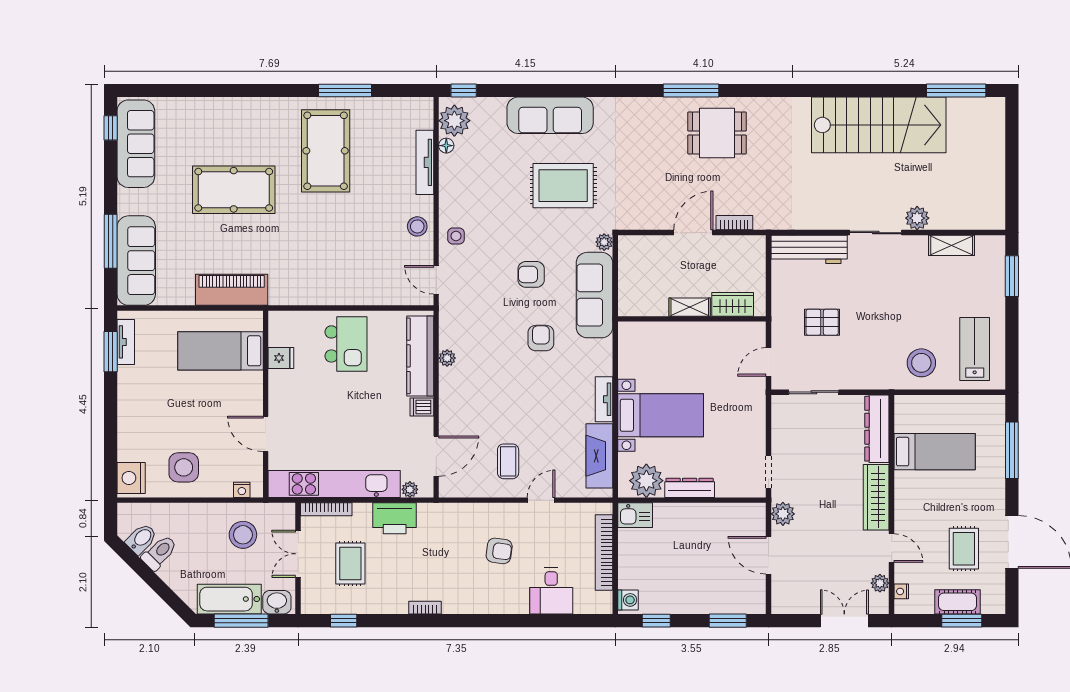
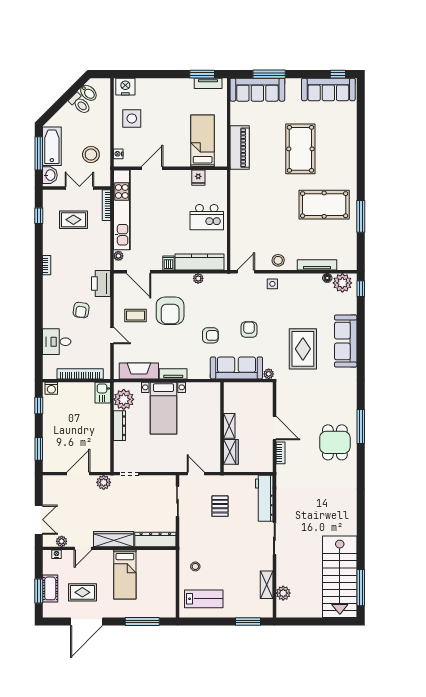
stairs: (879, 125) -> (340, 577), moved
plant: (917, 218) -> (283, 593), moved
stool: (921, 363) -> (195, 566), width x0.53, depth x0.53
armchair: (500, 404) -> (170, 311), added
bed: (935, 452) -> (125, 574), moved
printer: (395, 518) -> (101, 284), moved

